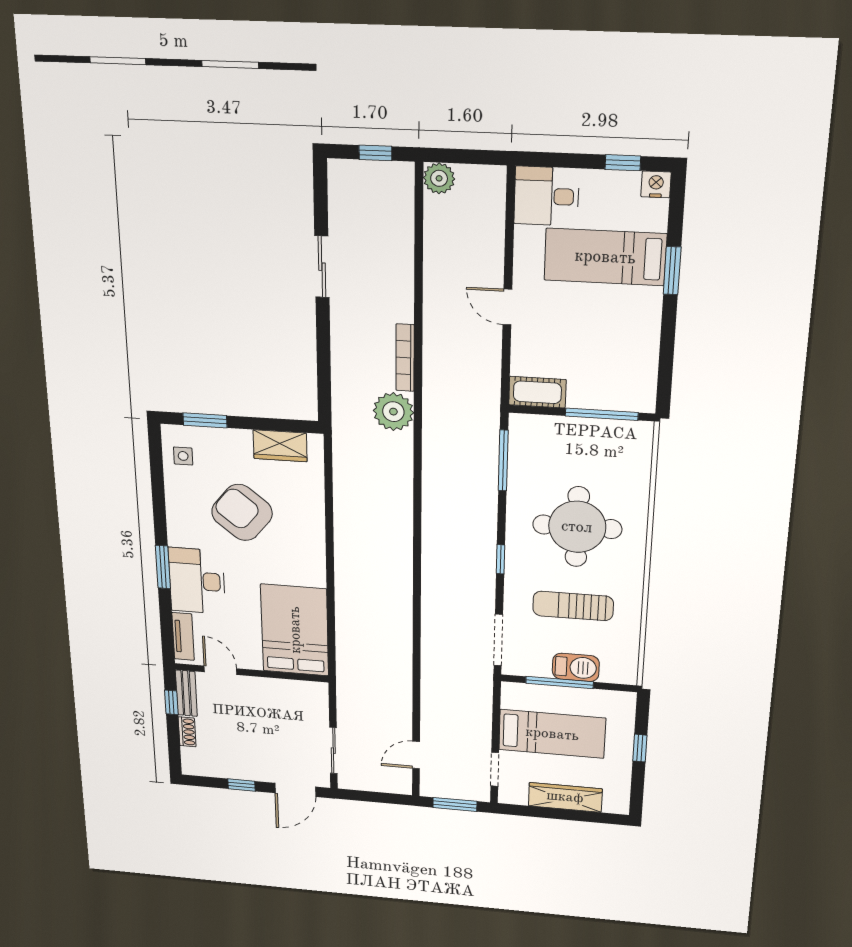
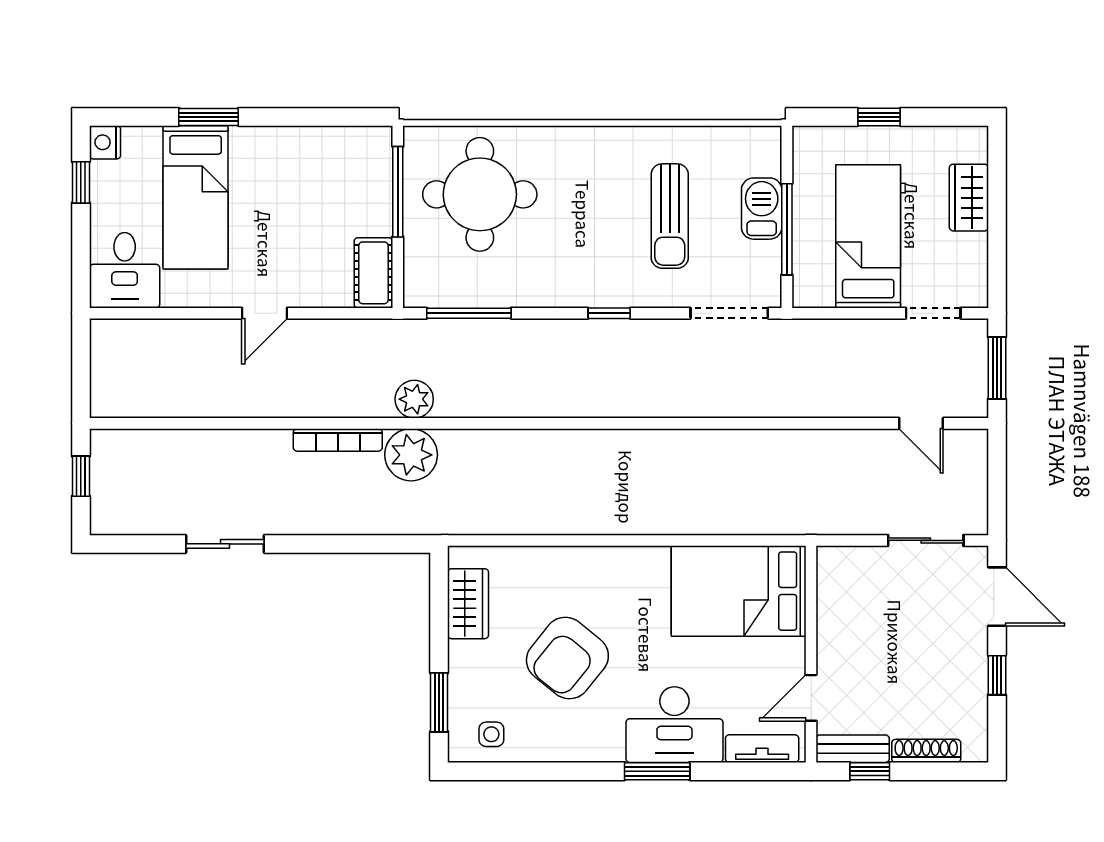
plant: (439, 178) -> (414, 399), moved
round table: (577, 527) -> (480, 194), moved
shoe rack: (187, 732) -> (926, 751), width x1.43
wardrobe: (565, 797) -> (969, 198), width x0.67

